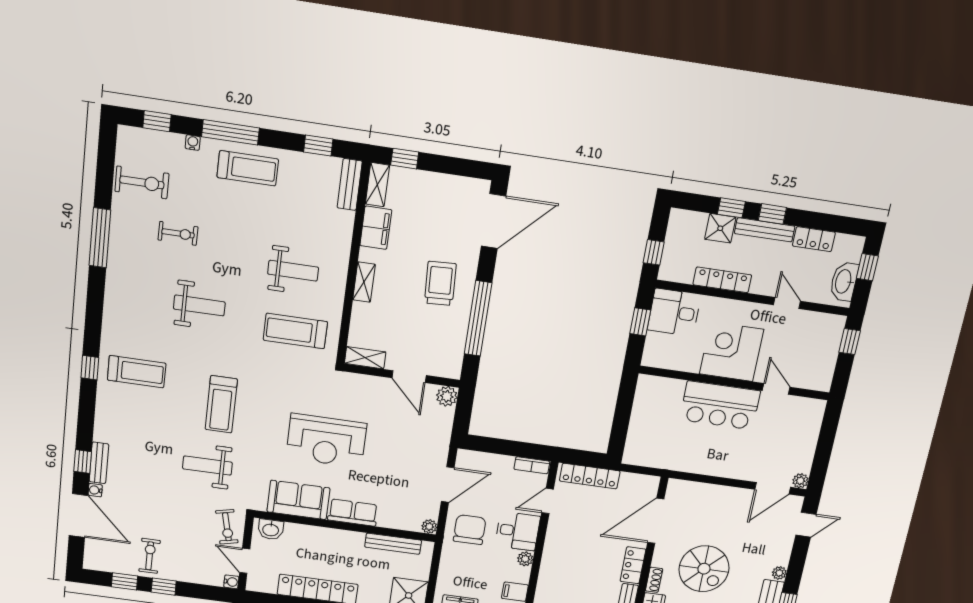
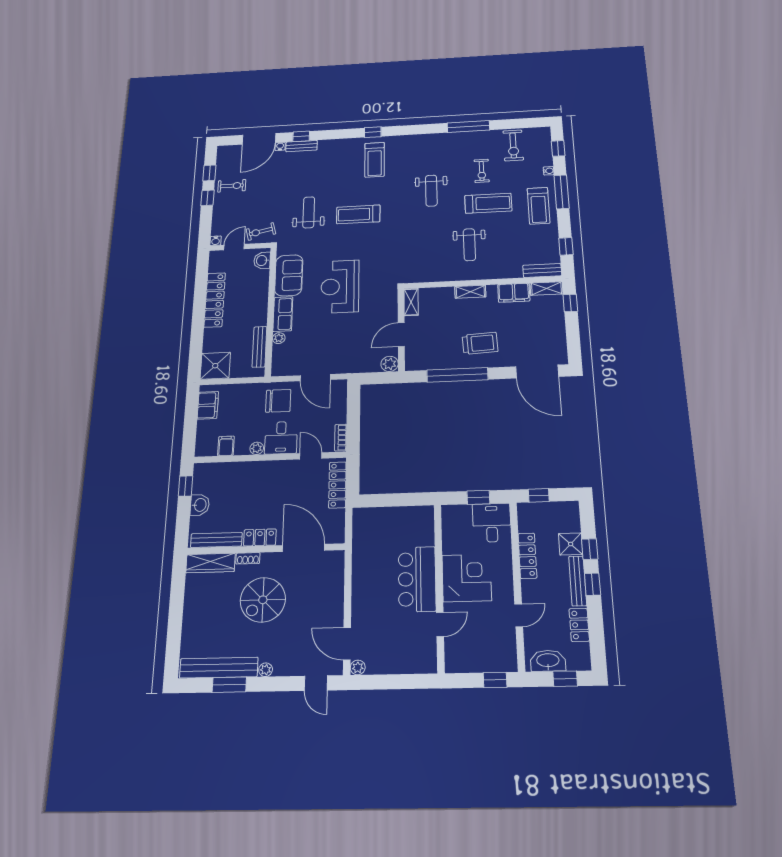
treadmill: (295, 331) -> (488, 203), moved, turned 90
plant: (429, 527) -> (279, 338), moved

